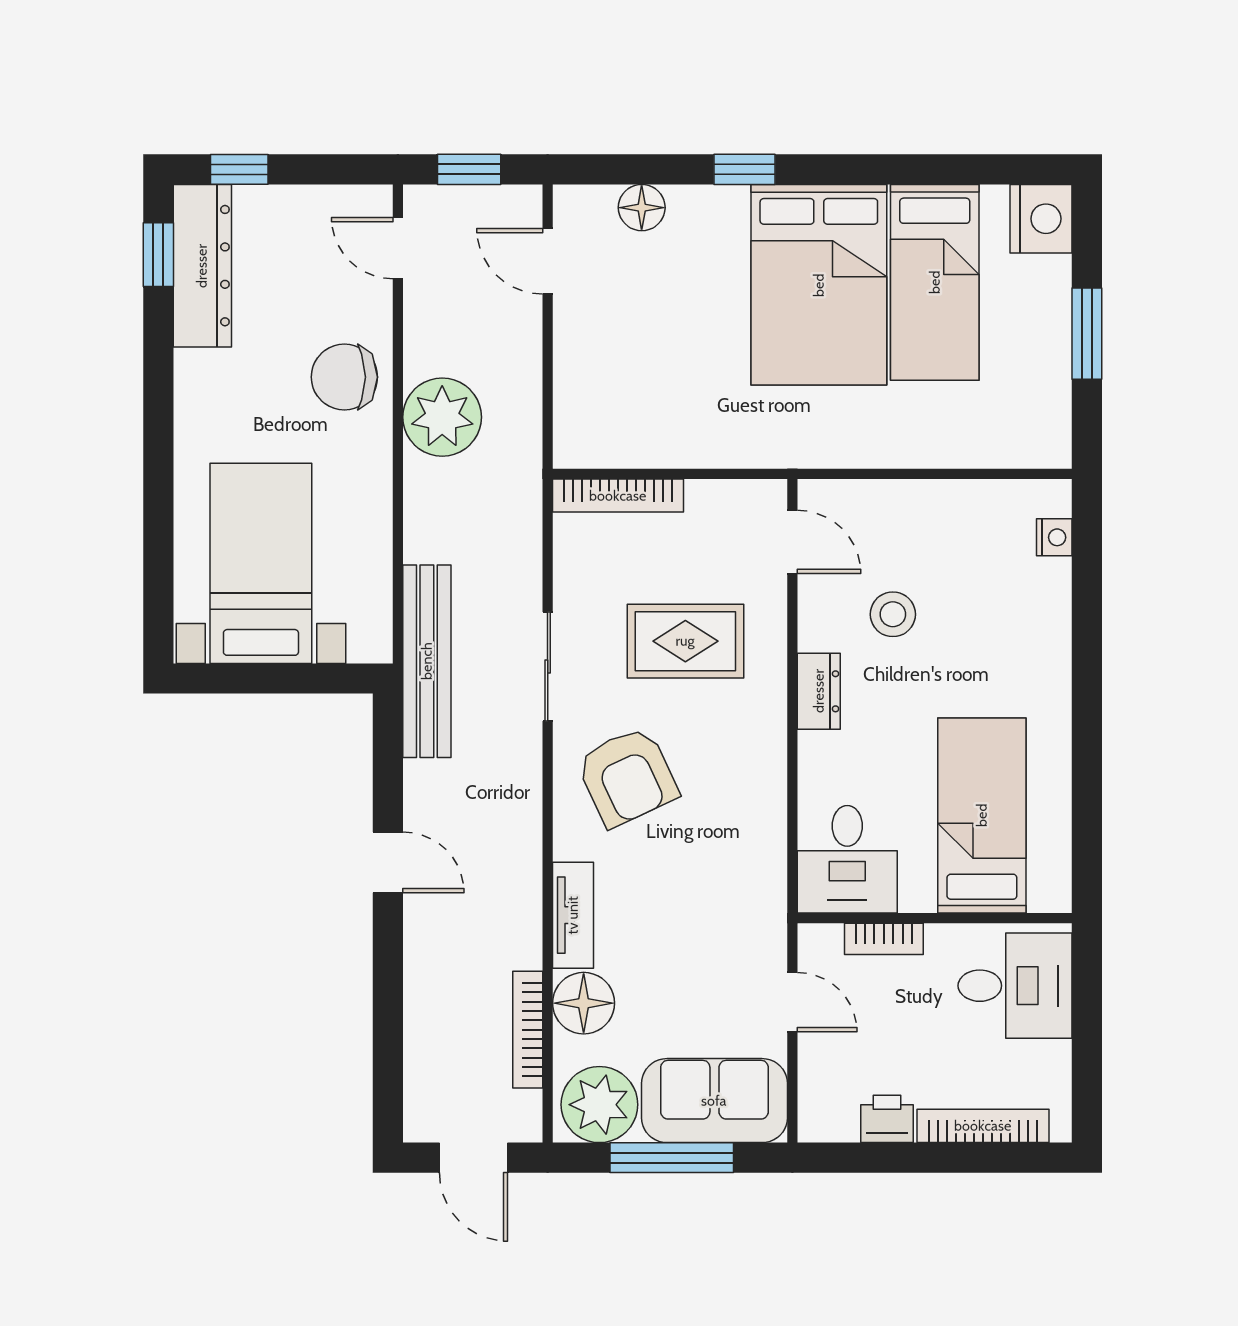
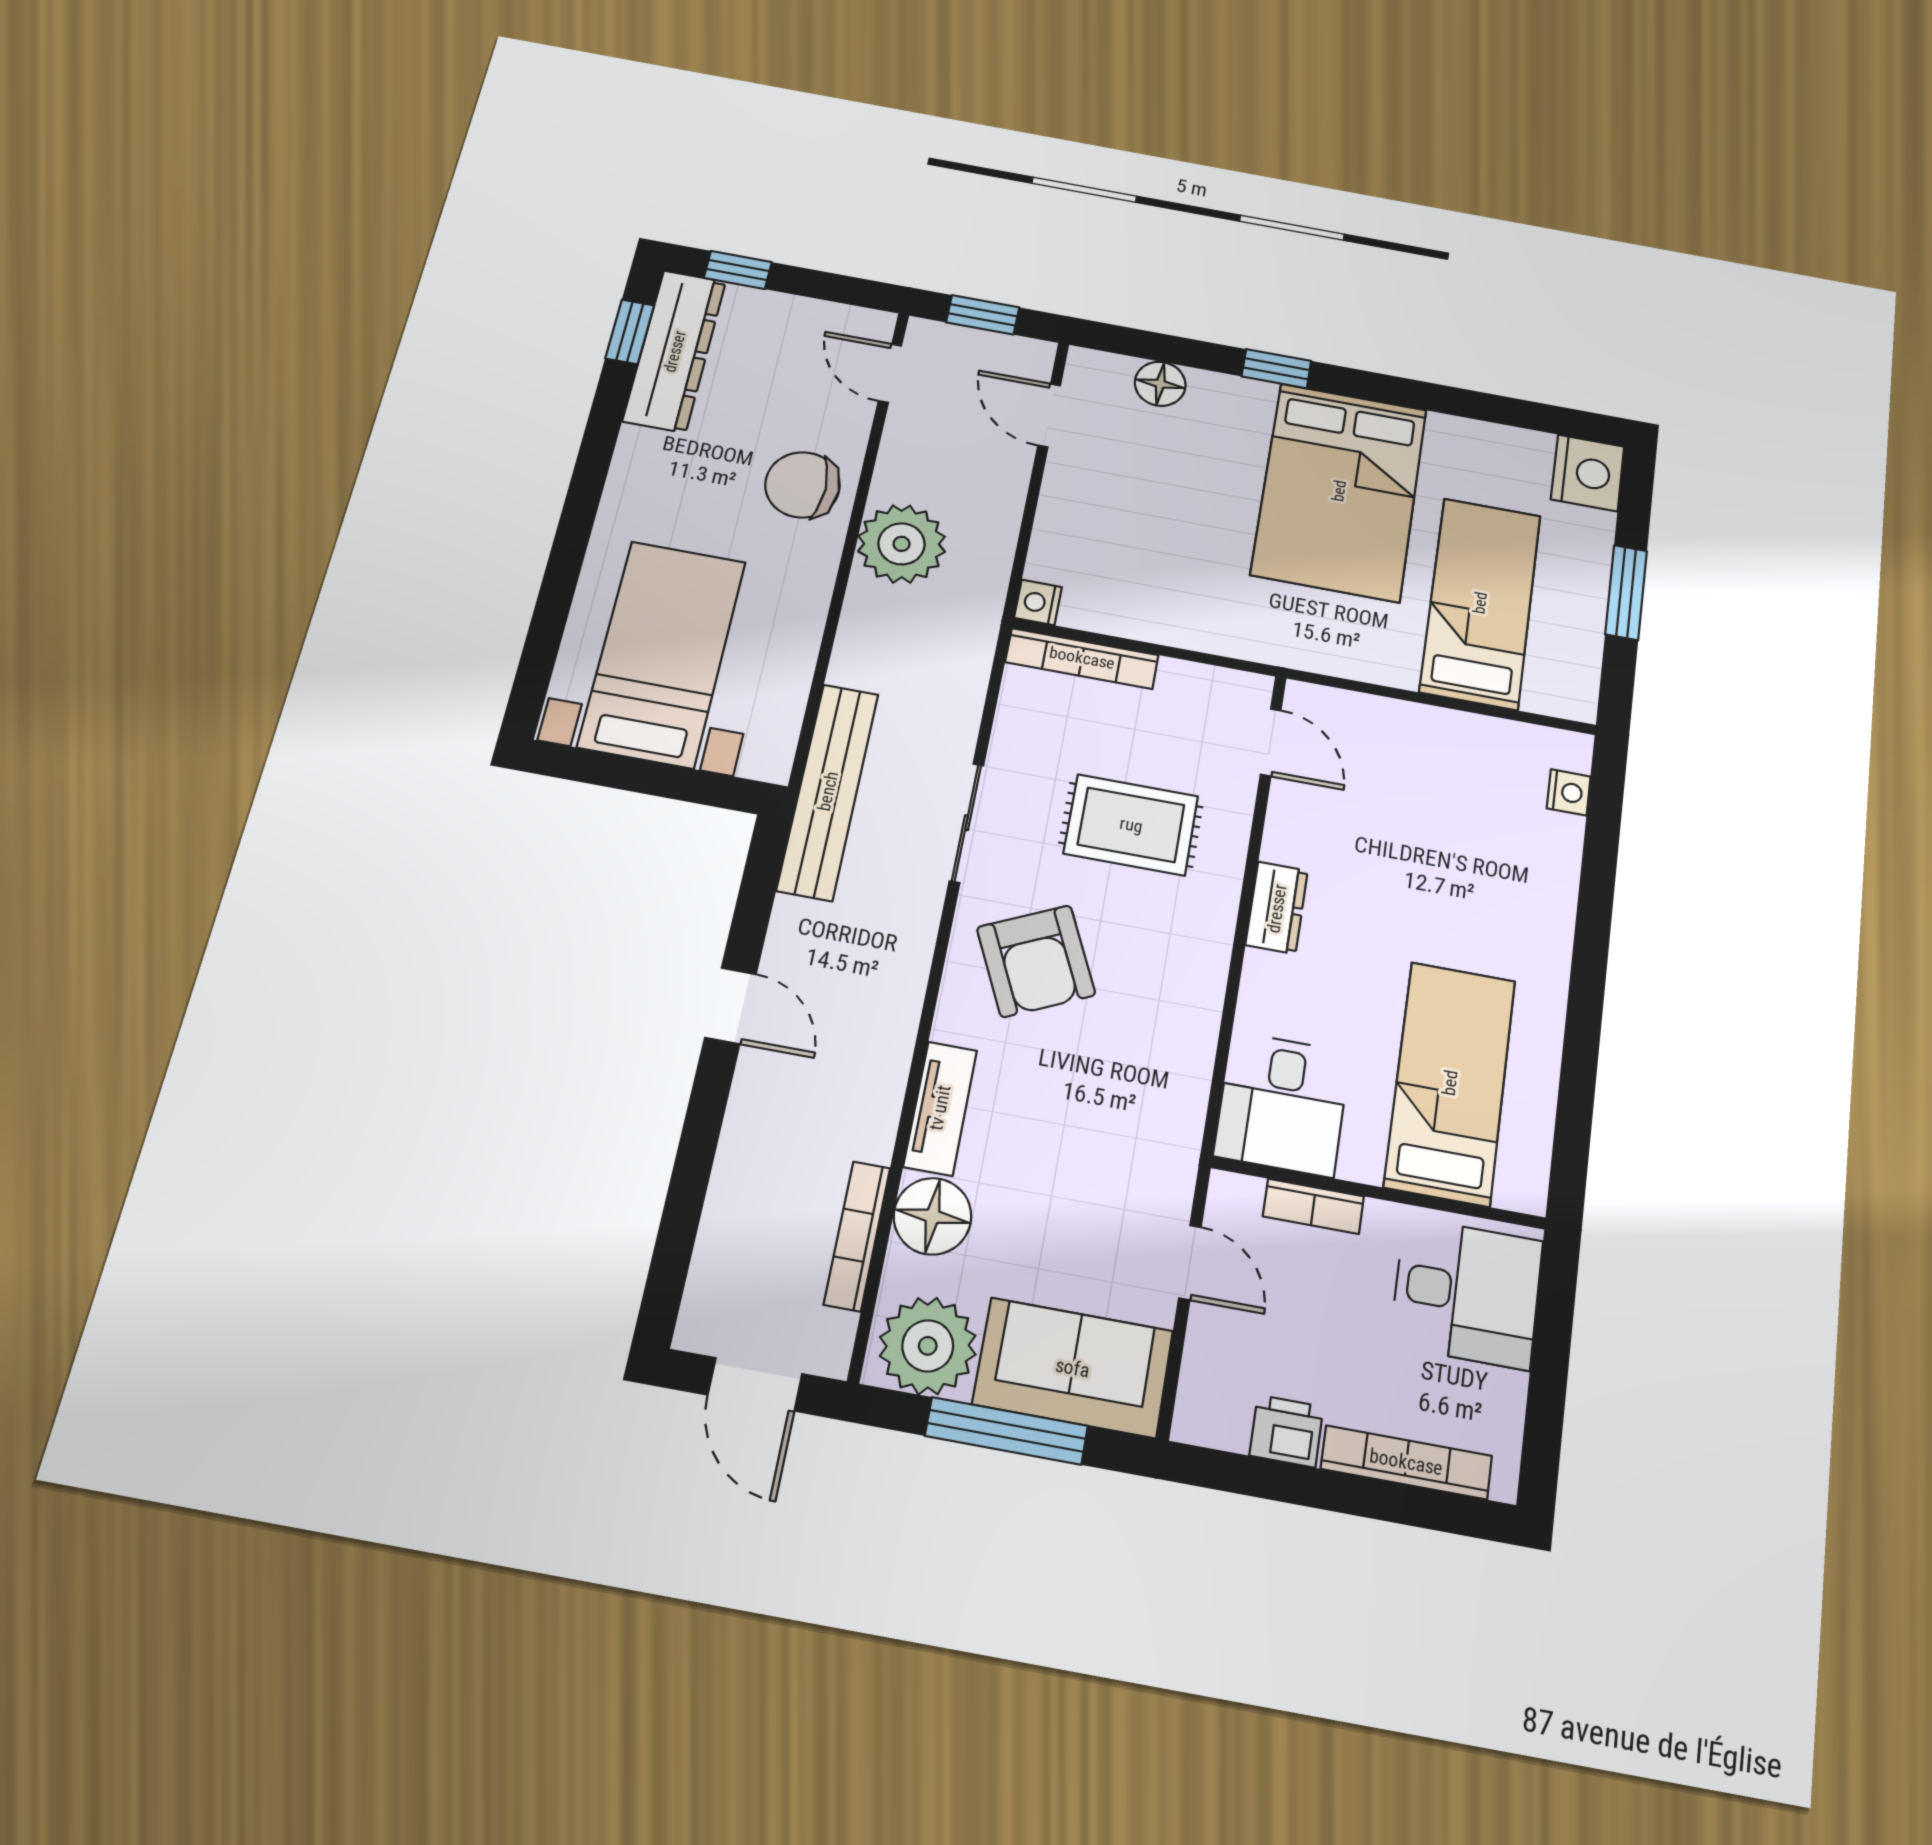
bed: (935, 282) -> (1480, 603), moved, turned 180
nightstand: (571, 450) -> (1038, 602), added
stool: (893, 614) -> (1374, 840), removed

